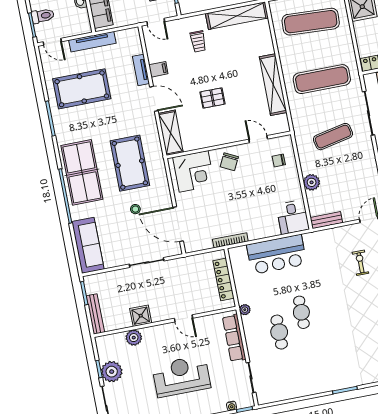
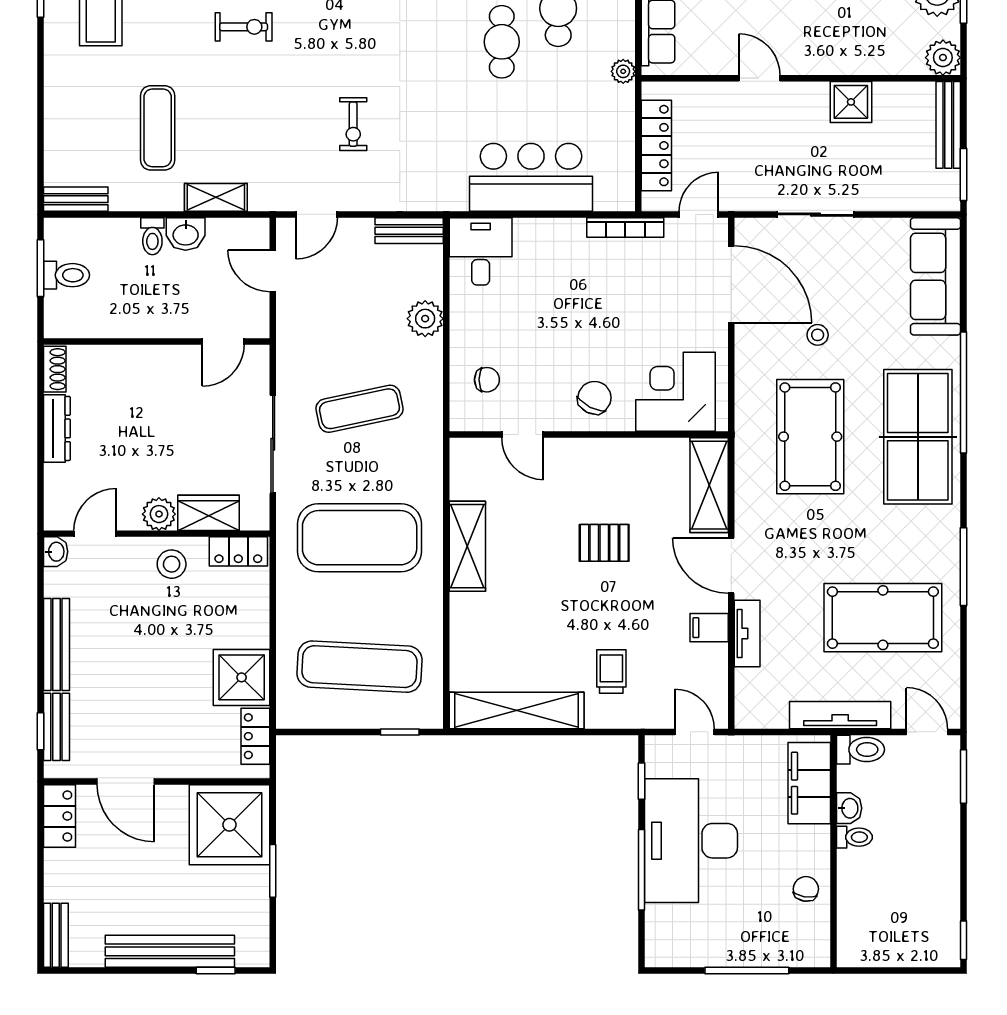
toilet: (43, 16) -> (860, 750), moved, turned 180
exercise mat: (322, 79) -> (360, 538), width x1.47
shelving: (273, 85) -> (467, 546), width x0.68
door: (199, 252) -> (699, 215), added
plant: (134, 338) -> (943, 58), moved

